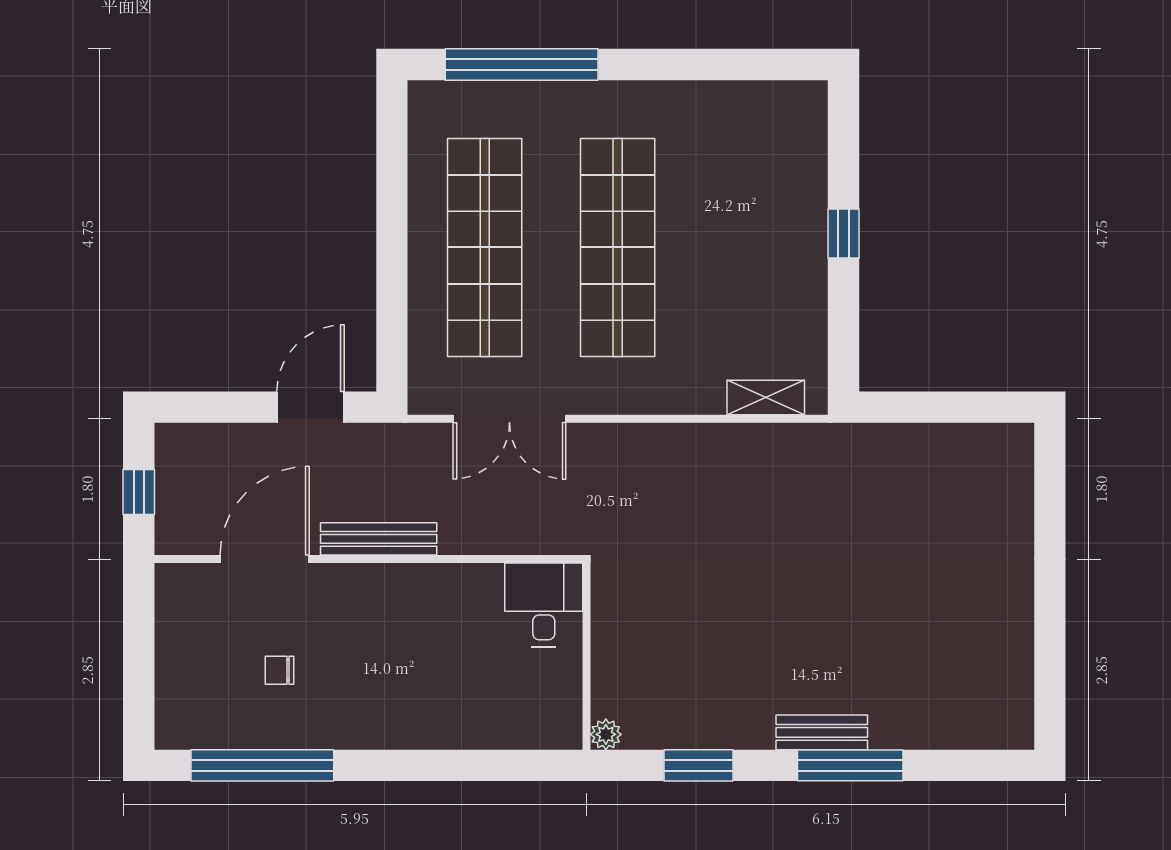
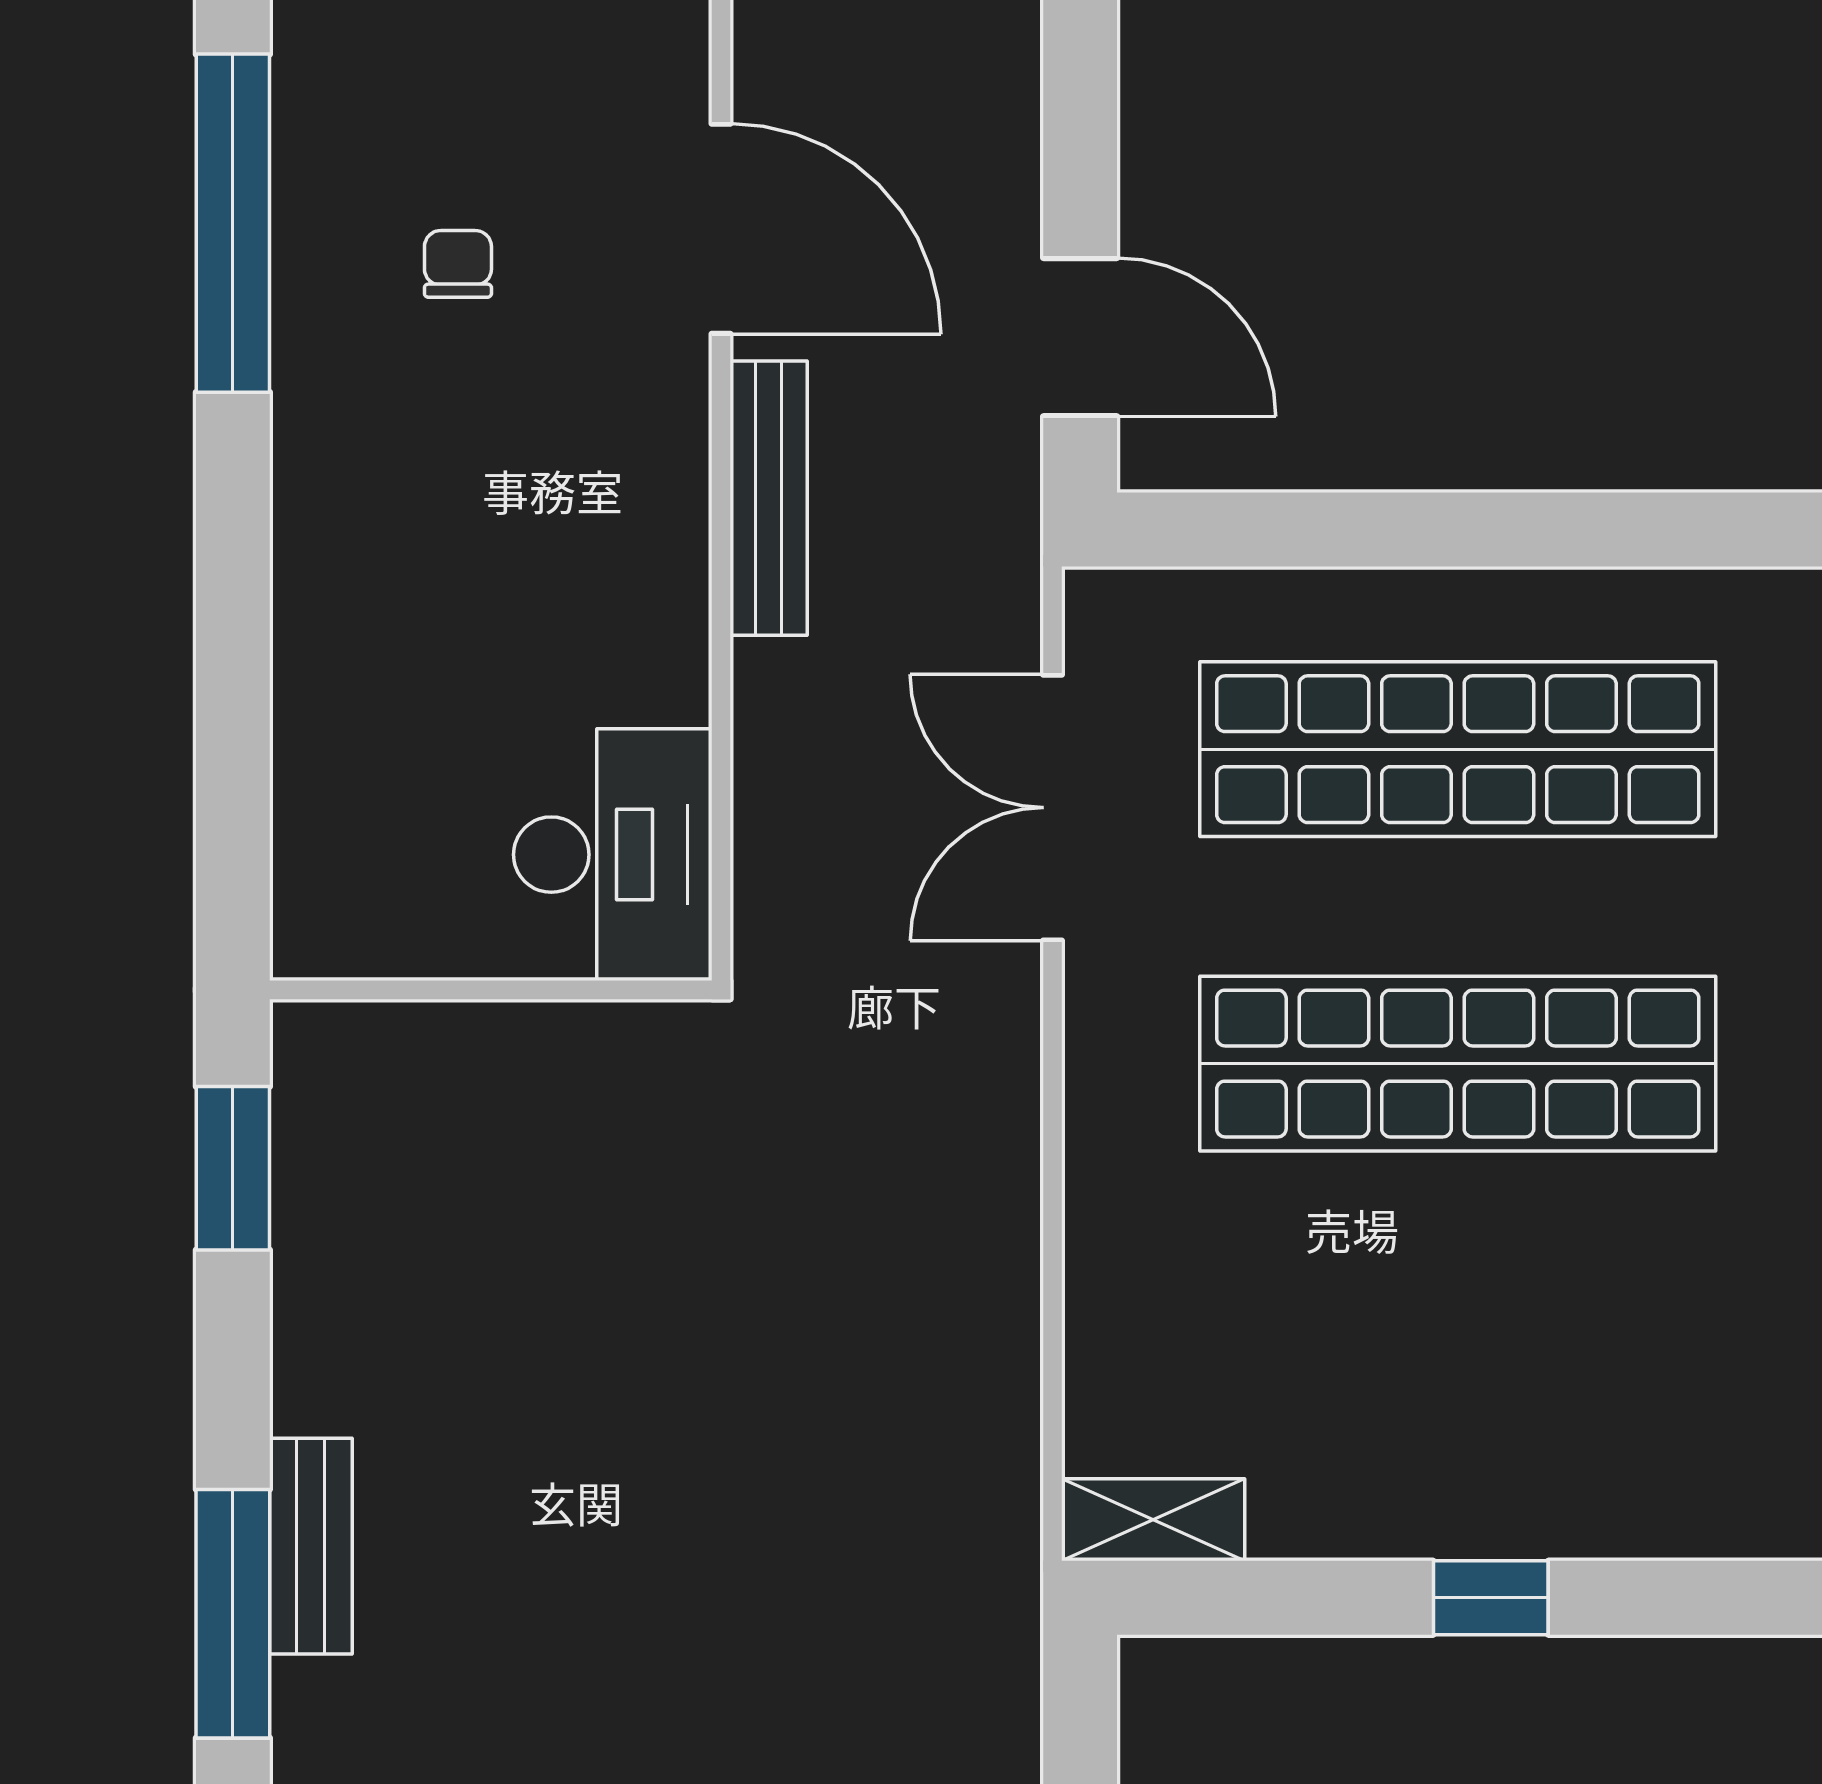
shelving: (766, 398) -> (1153, 1520), moved, turned 90
desk: (544, 605) -> (613, 855), width x1.37
plant: (606, 734) -> (306, 1036), removed
window: (698, 765) -> (233, 1168), moved

